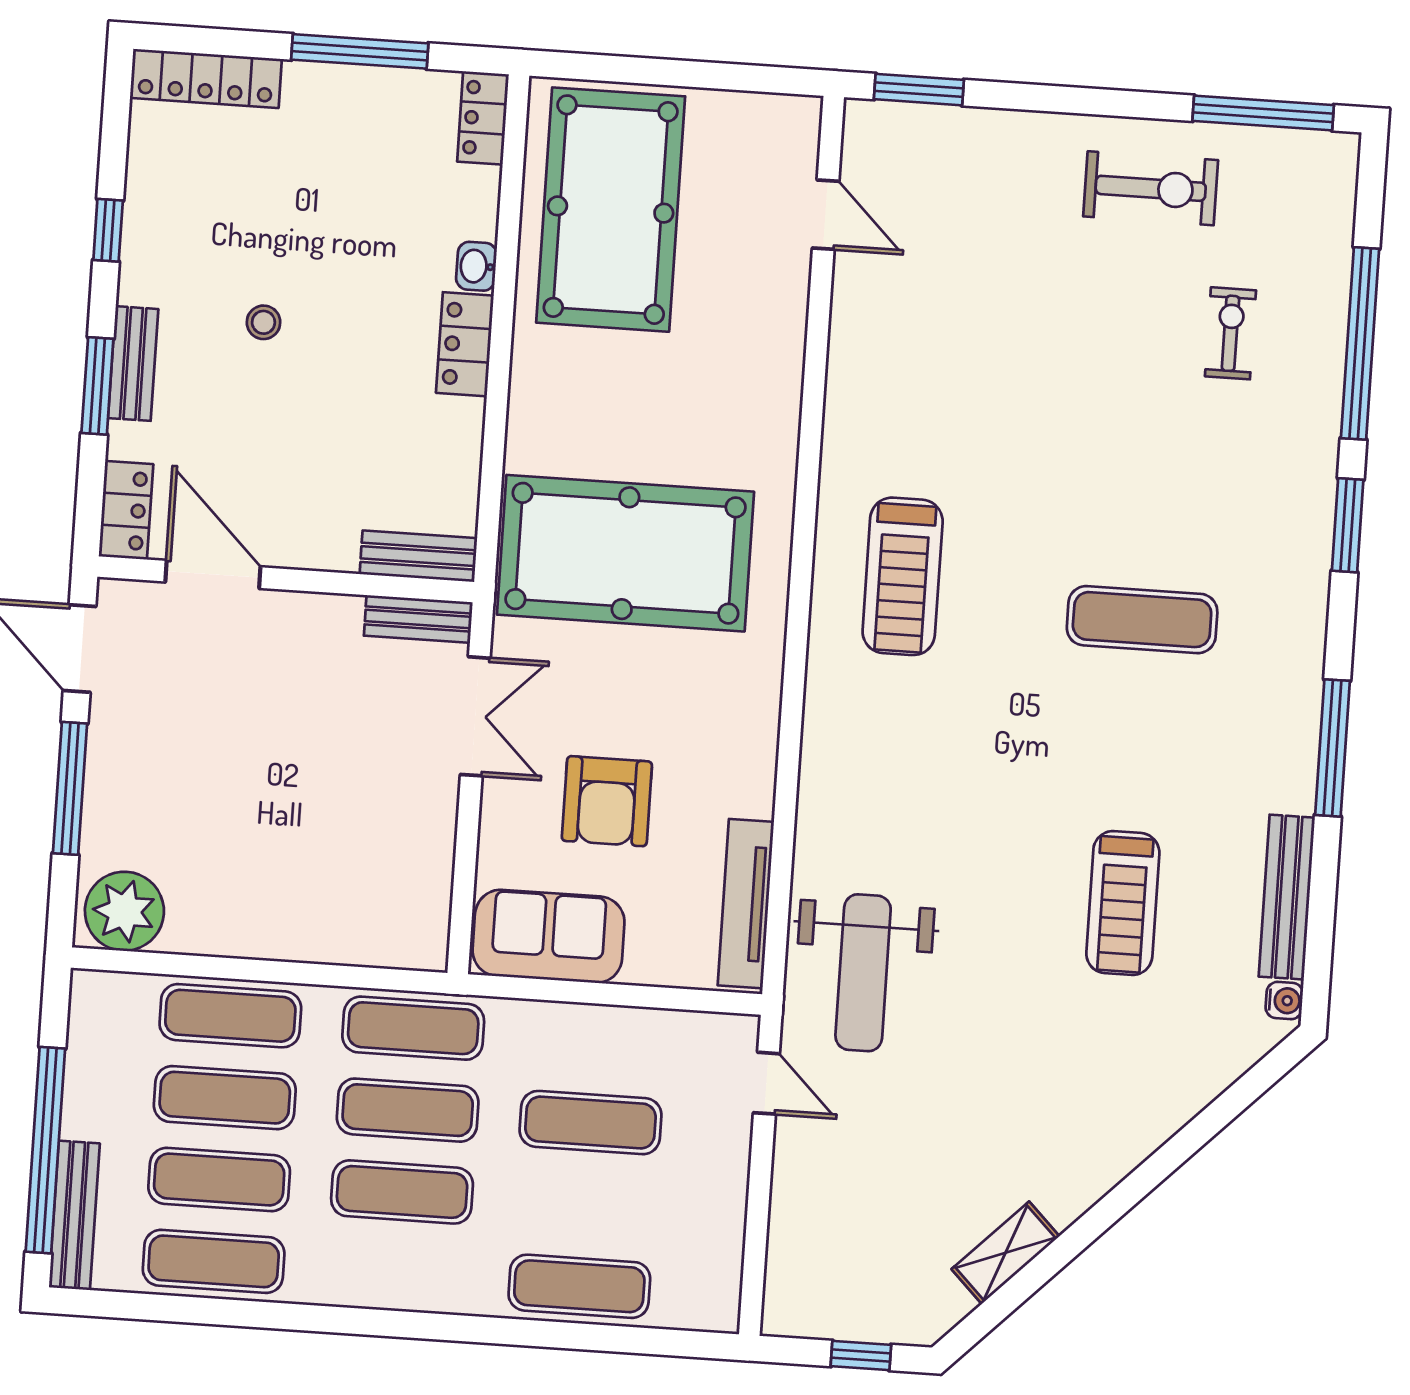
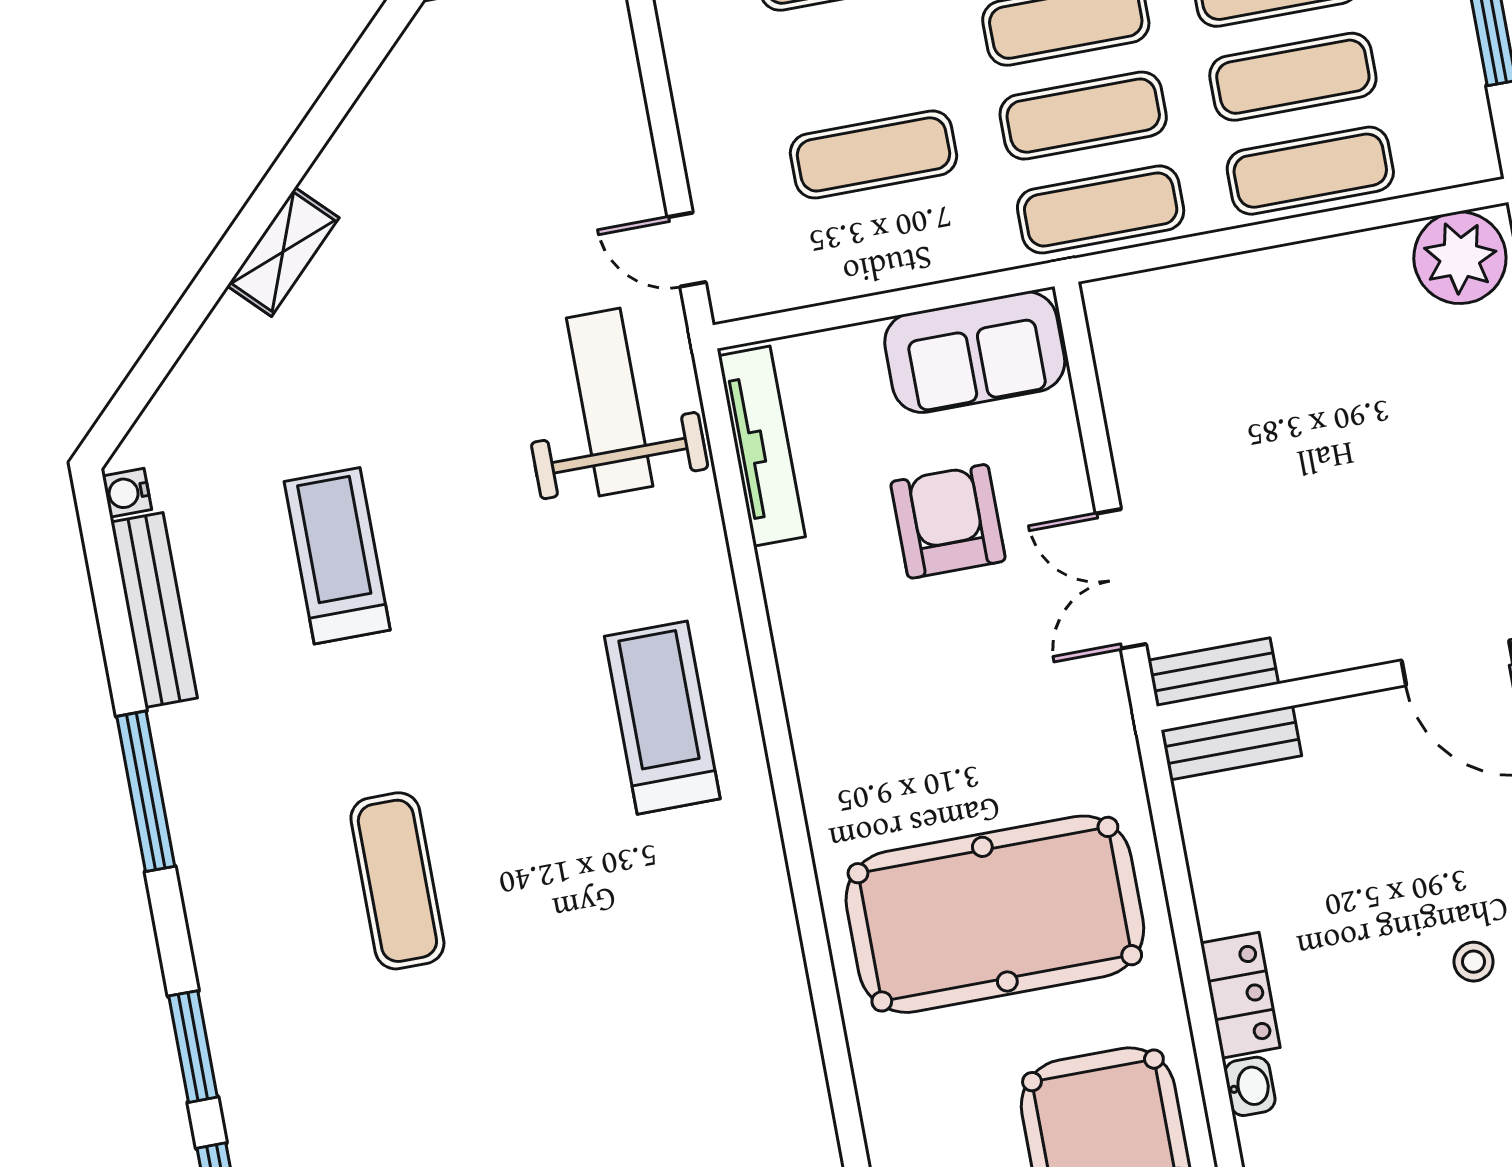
pool table: (626, 553) -> (995, 914), moved
treadmill: (903, 576) -> (662, 718), moved
exercise mat: (1142, 620) -> (397, 881), turned 90
shelving: (1005, 1253) -> (283, 252), moved

